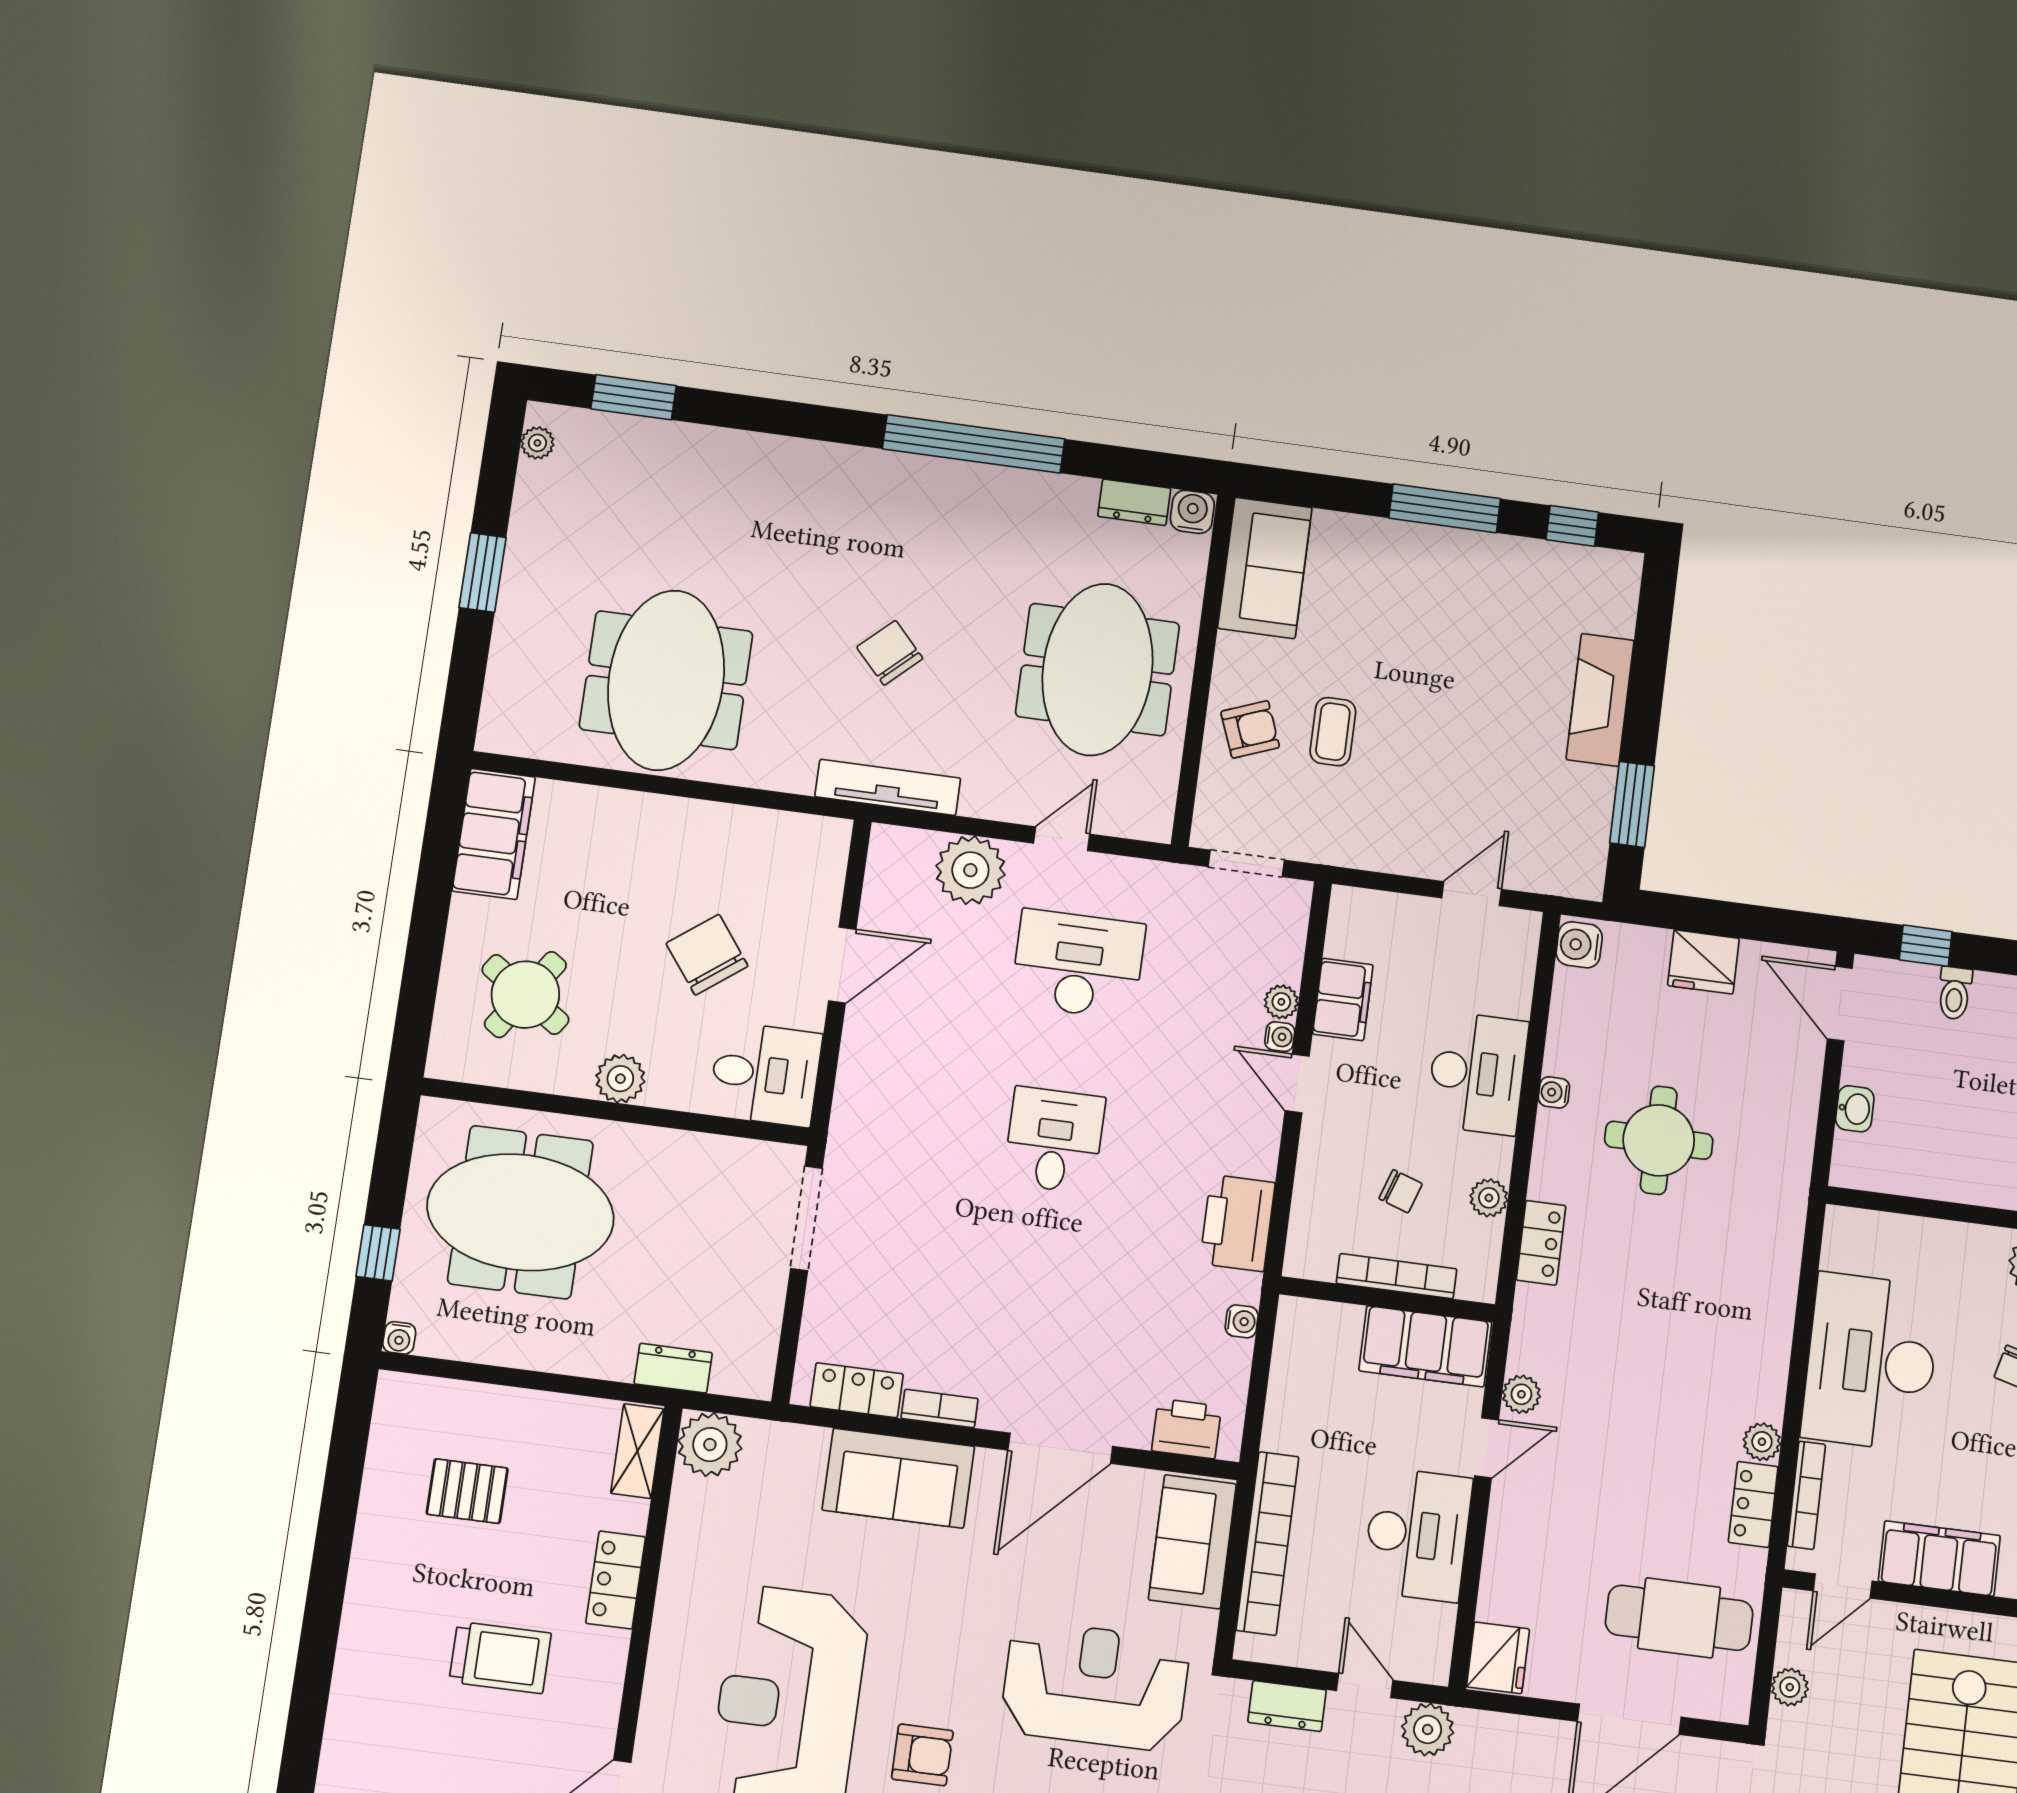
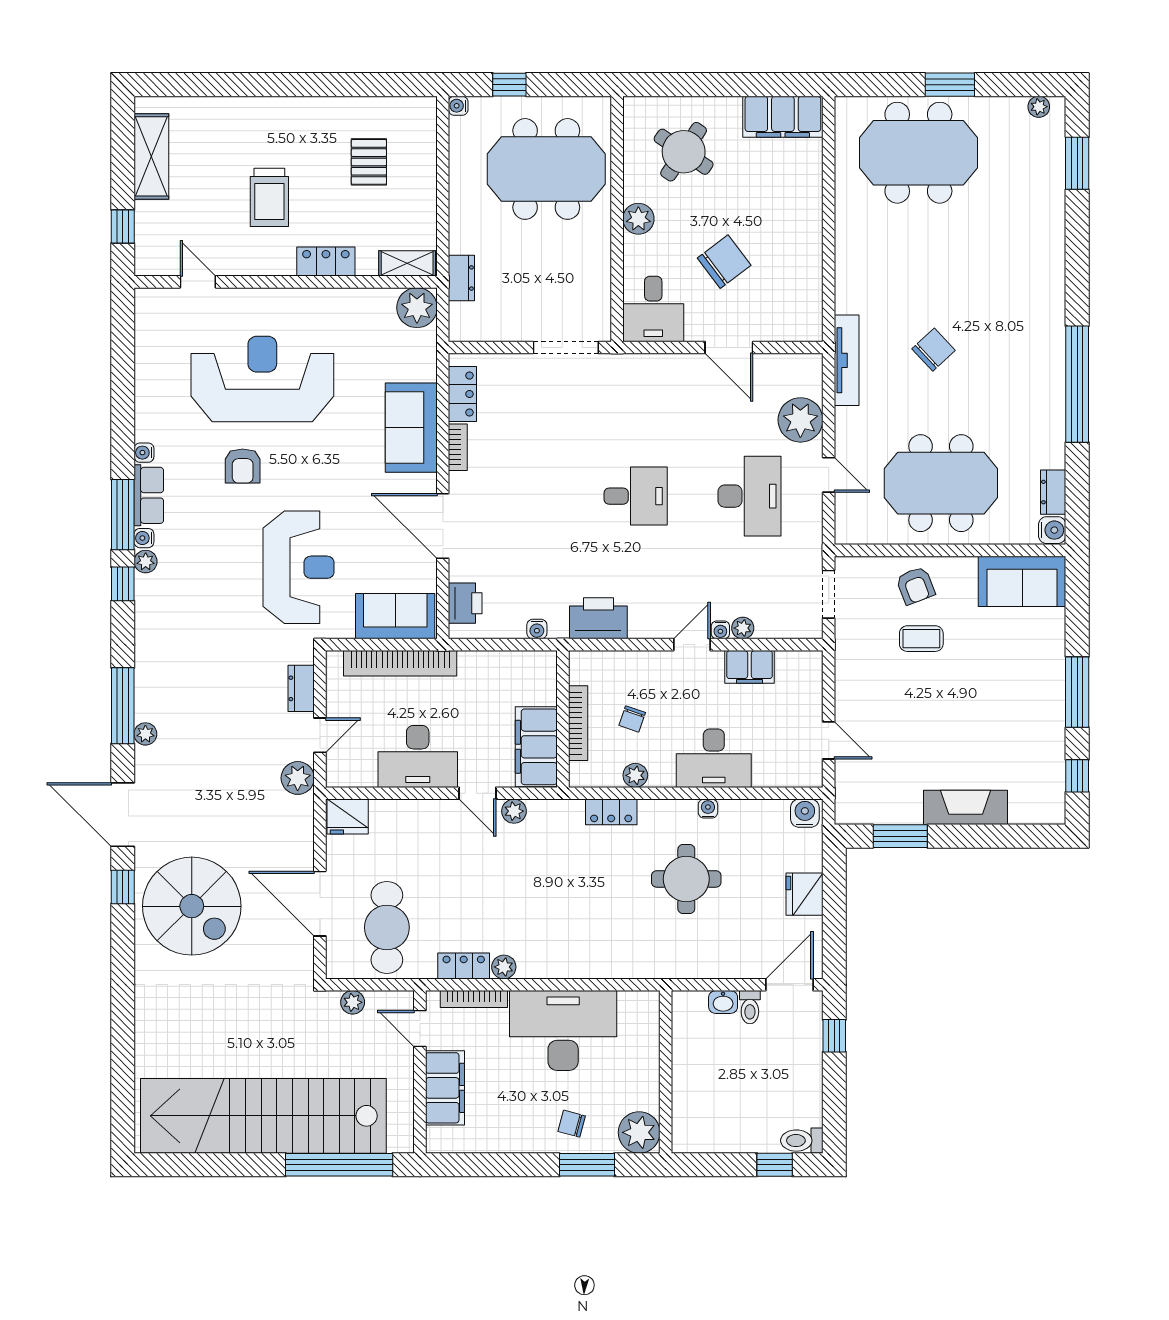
meeting table: (666, 680) -> (918, 153), moved
toilet: (1955, 993) -> (750, 1007), moved, turned -90
meeting table: (520, 1212) -> (546, 169), turned 90

